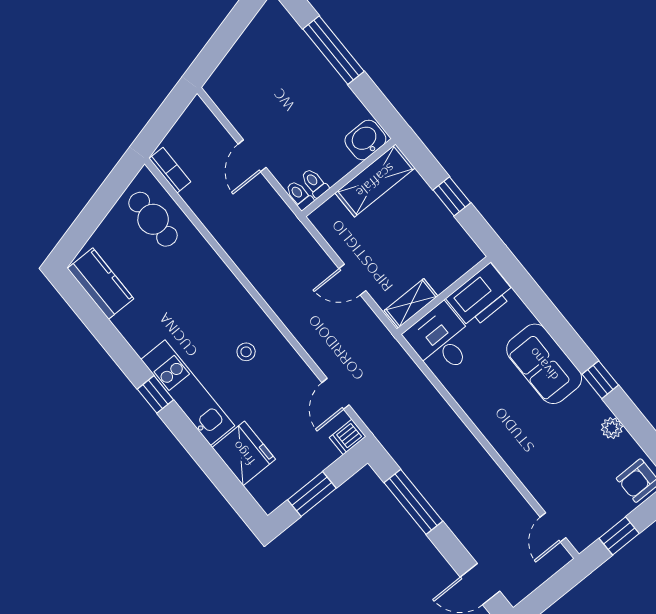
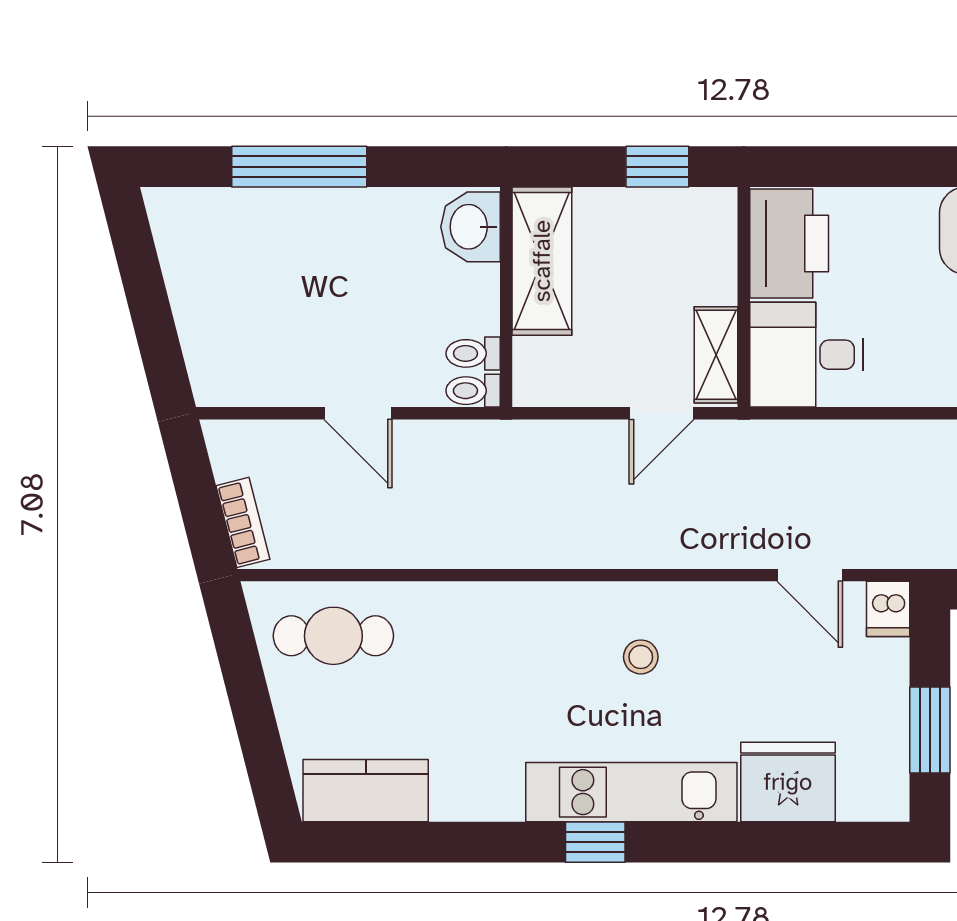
bookcase: (170, 170) -> (243, 522), moved, turned 76
wall: (444, 295) -> (744, 297), moved
printer: (481, 296) -> (789, 243), moved
shelving: (411, 303) -> (716, 355), moved
desk: (441, 340) -> (807, 355), moved

